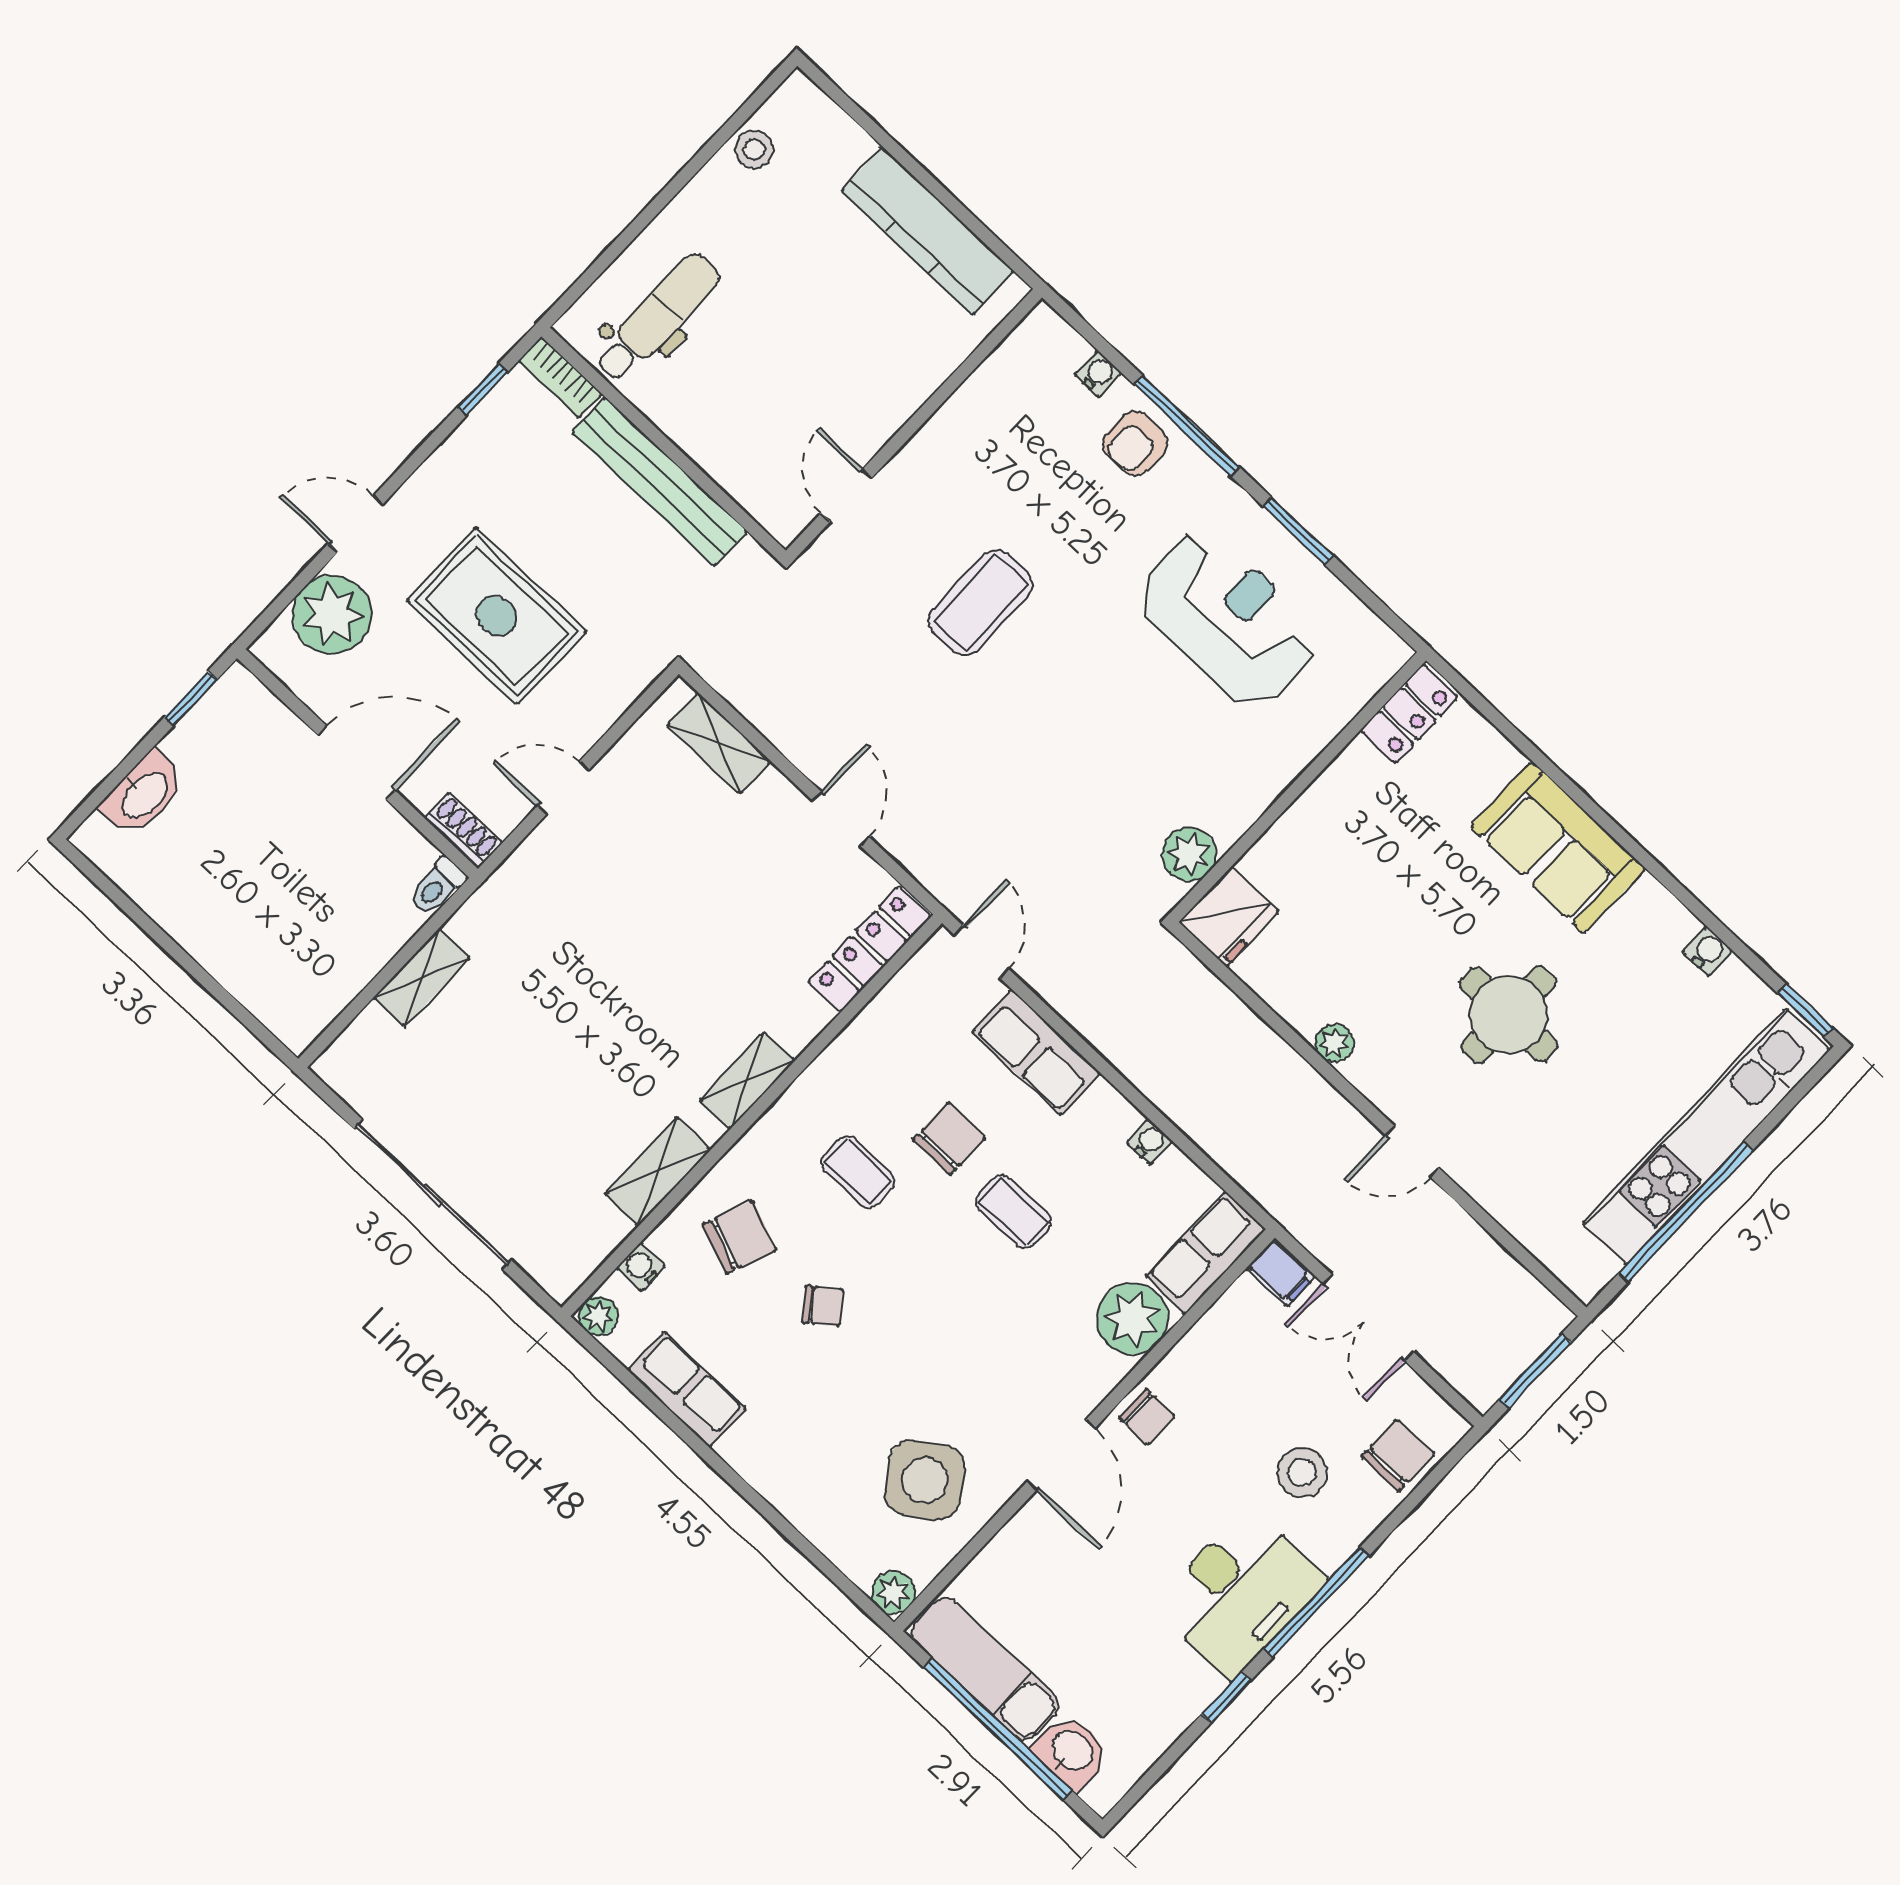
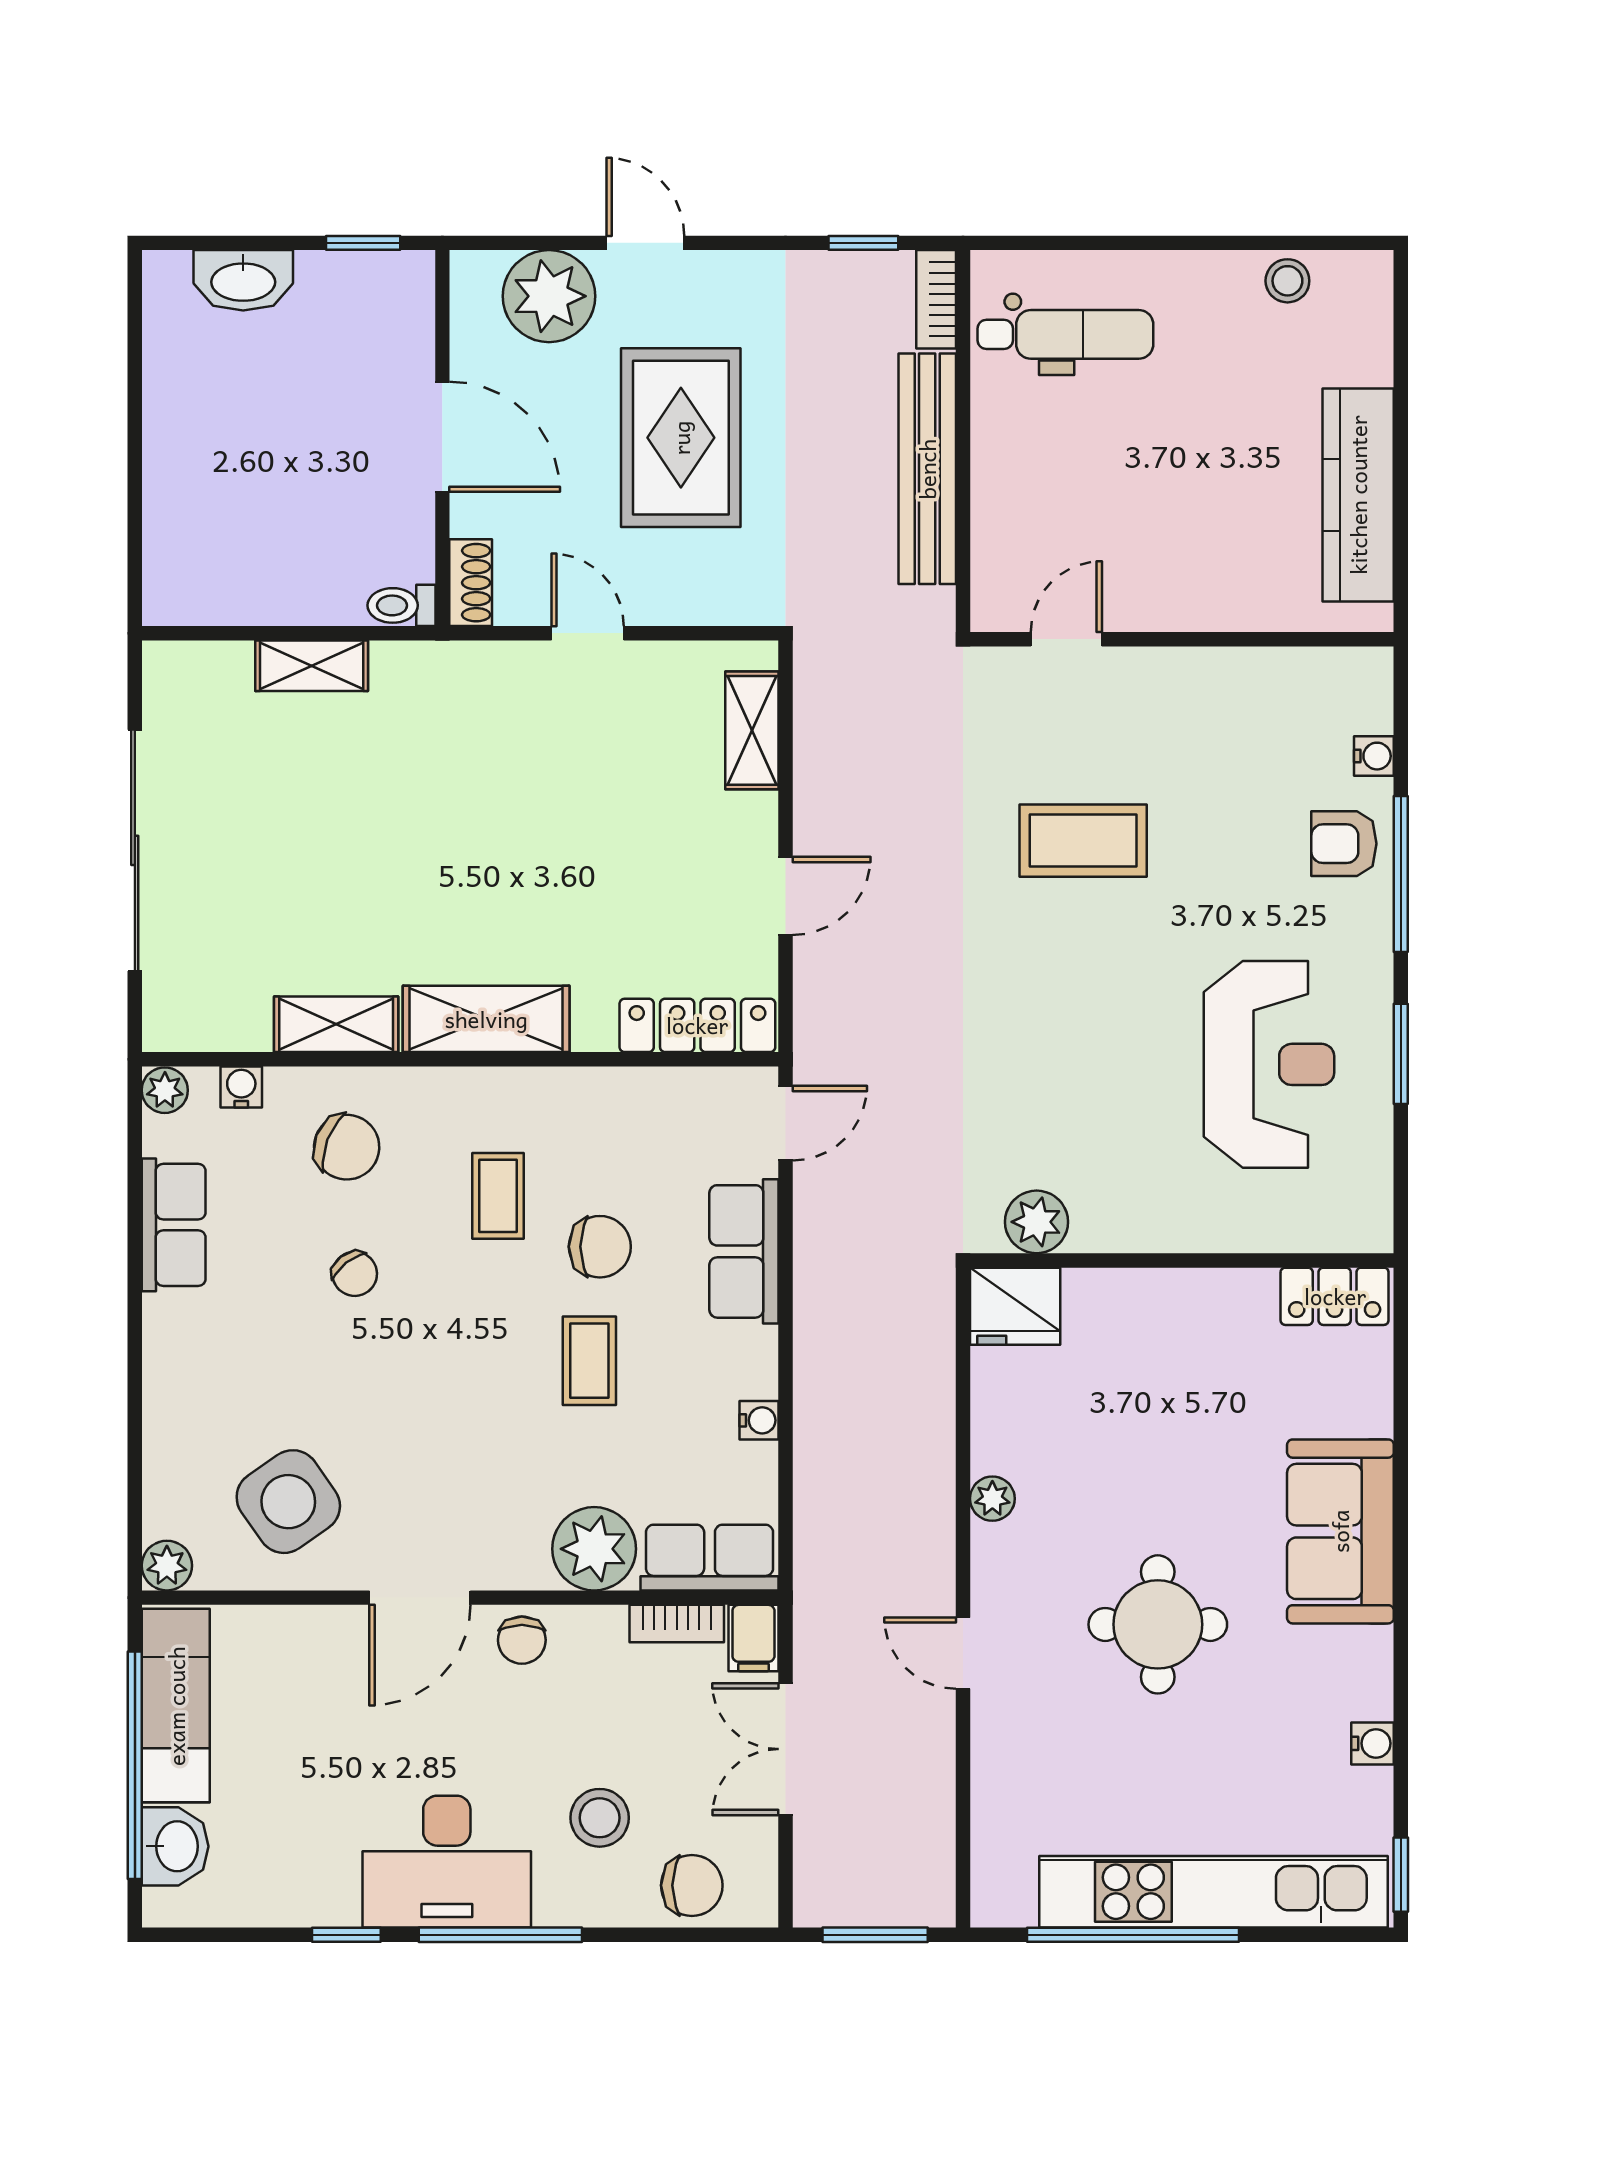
shelving: (747, 1081) -> (486, 1019), width x1.50, depth x1.33
bookcase: (1227, 1311) -> (677, 1624), added

